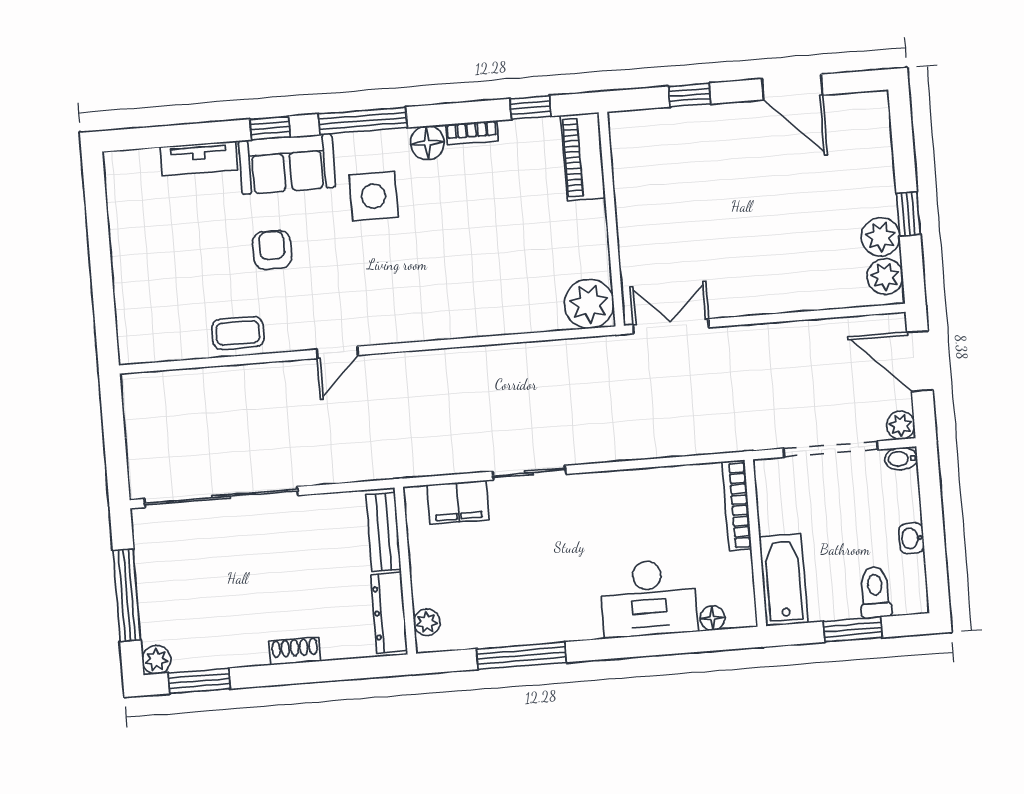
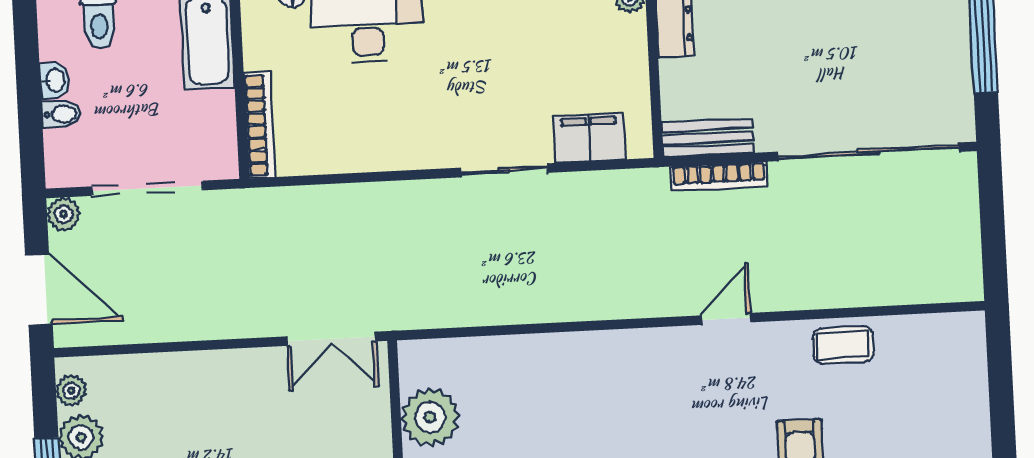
plant: (885, 276) -> (71, 391), width x0.73, depth x0.73
plant: (589, 304) -> (430, 417), moved
bidet: (901, 459) -> (61, 114), moved
bookcase: (347, 473) -> (719, 177), added
bench: (383, 532) -> (708, 138), moved, turned 90

